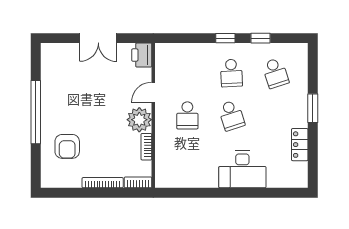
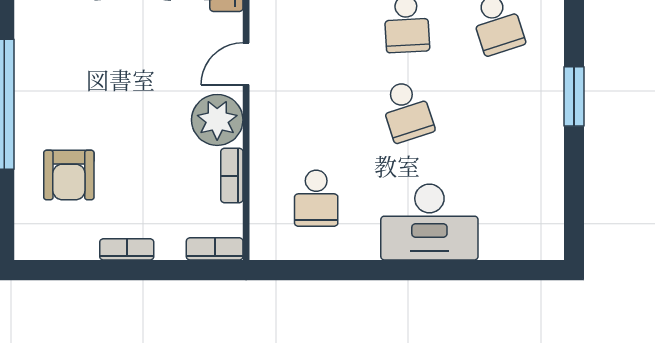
school desk: (187, 115) -> (316, 198), moved
locker: (300, 145) -> (547, 171), removed
bookcase: (103, 183) -> (127, 249), width x0.64

